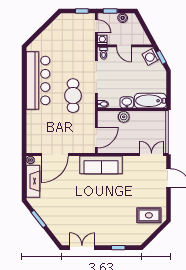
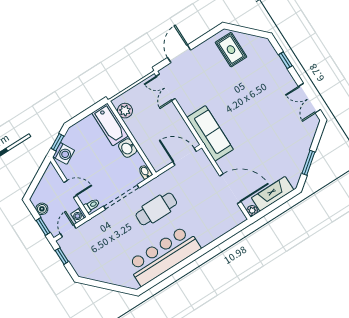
door: (124, 46) -> (70, 189), hinge flipped
plant: (124, 117) -> (125, 111), moved

